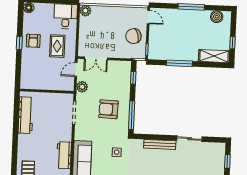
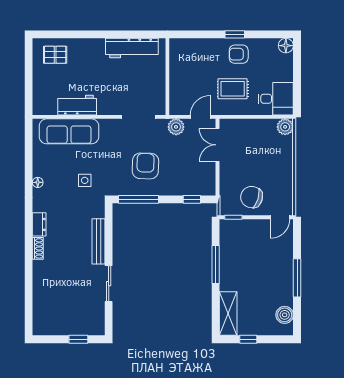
chair: (133, 36) -> (252, 197), turned -58
door: (76, 69) -> (200, 117), hinge flipped

